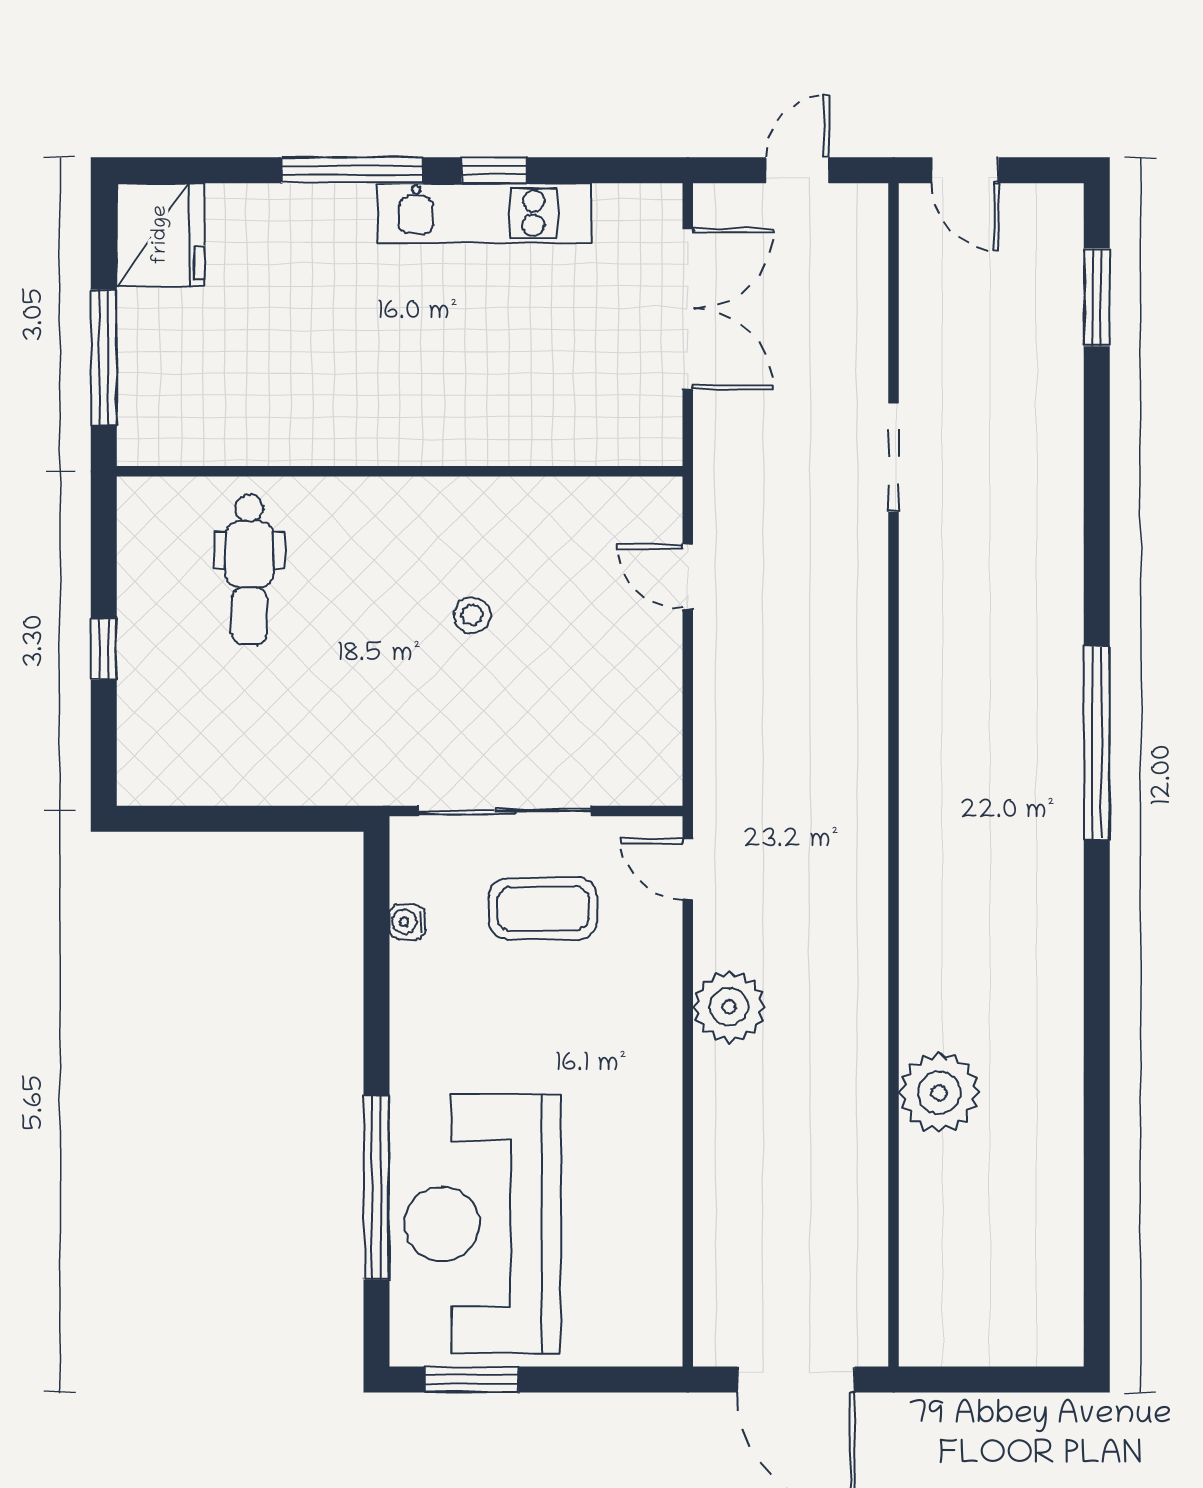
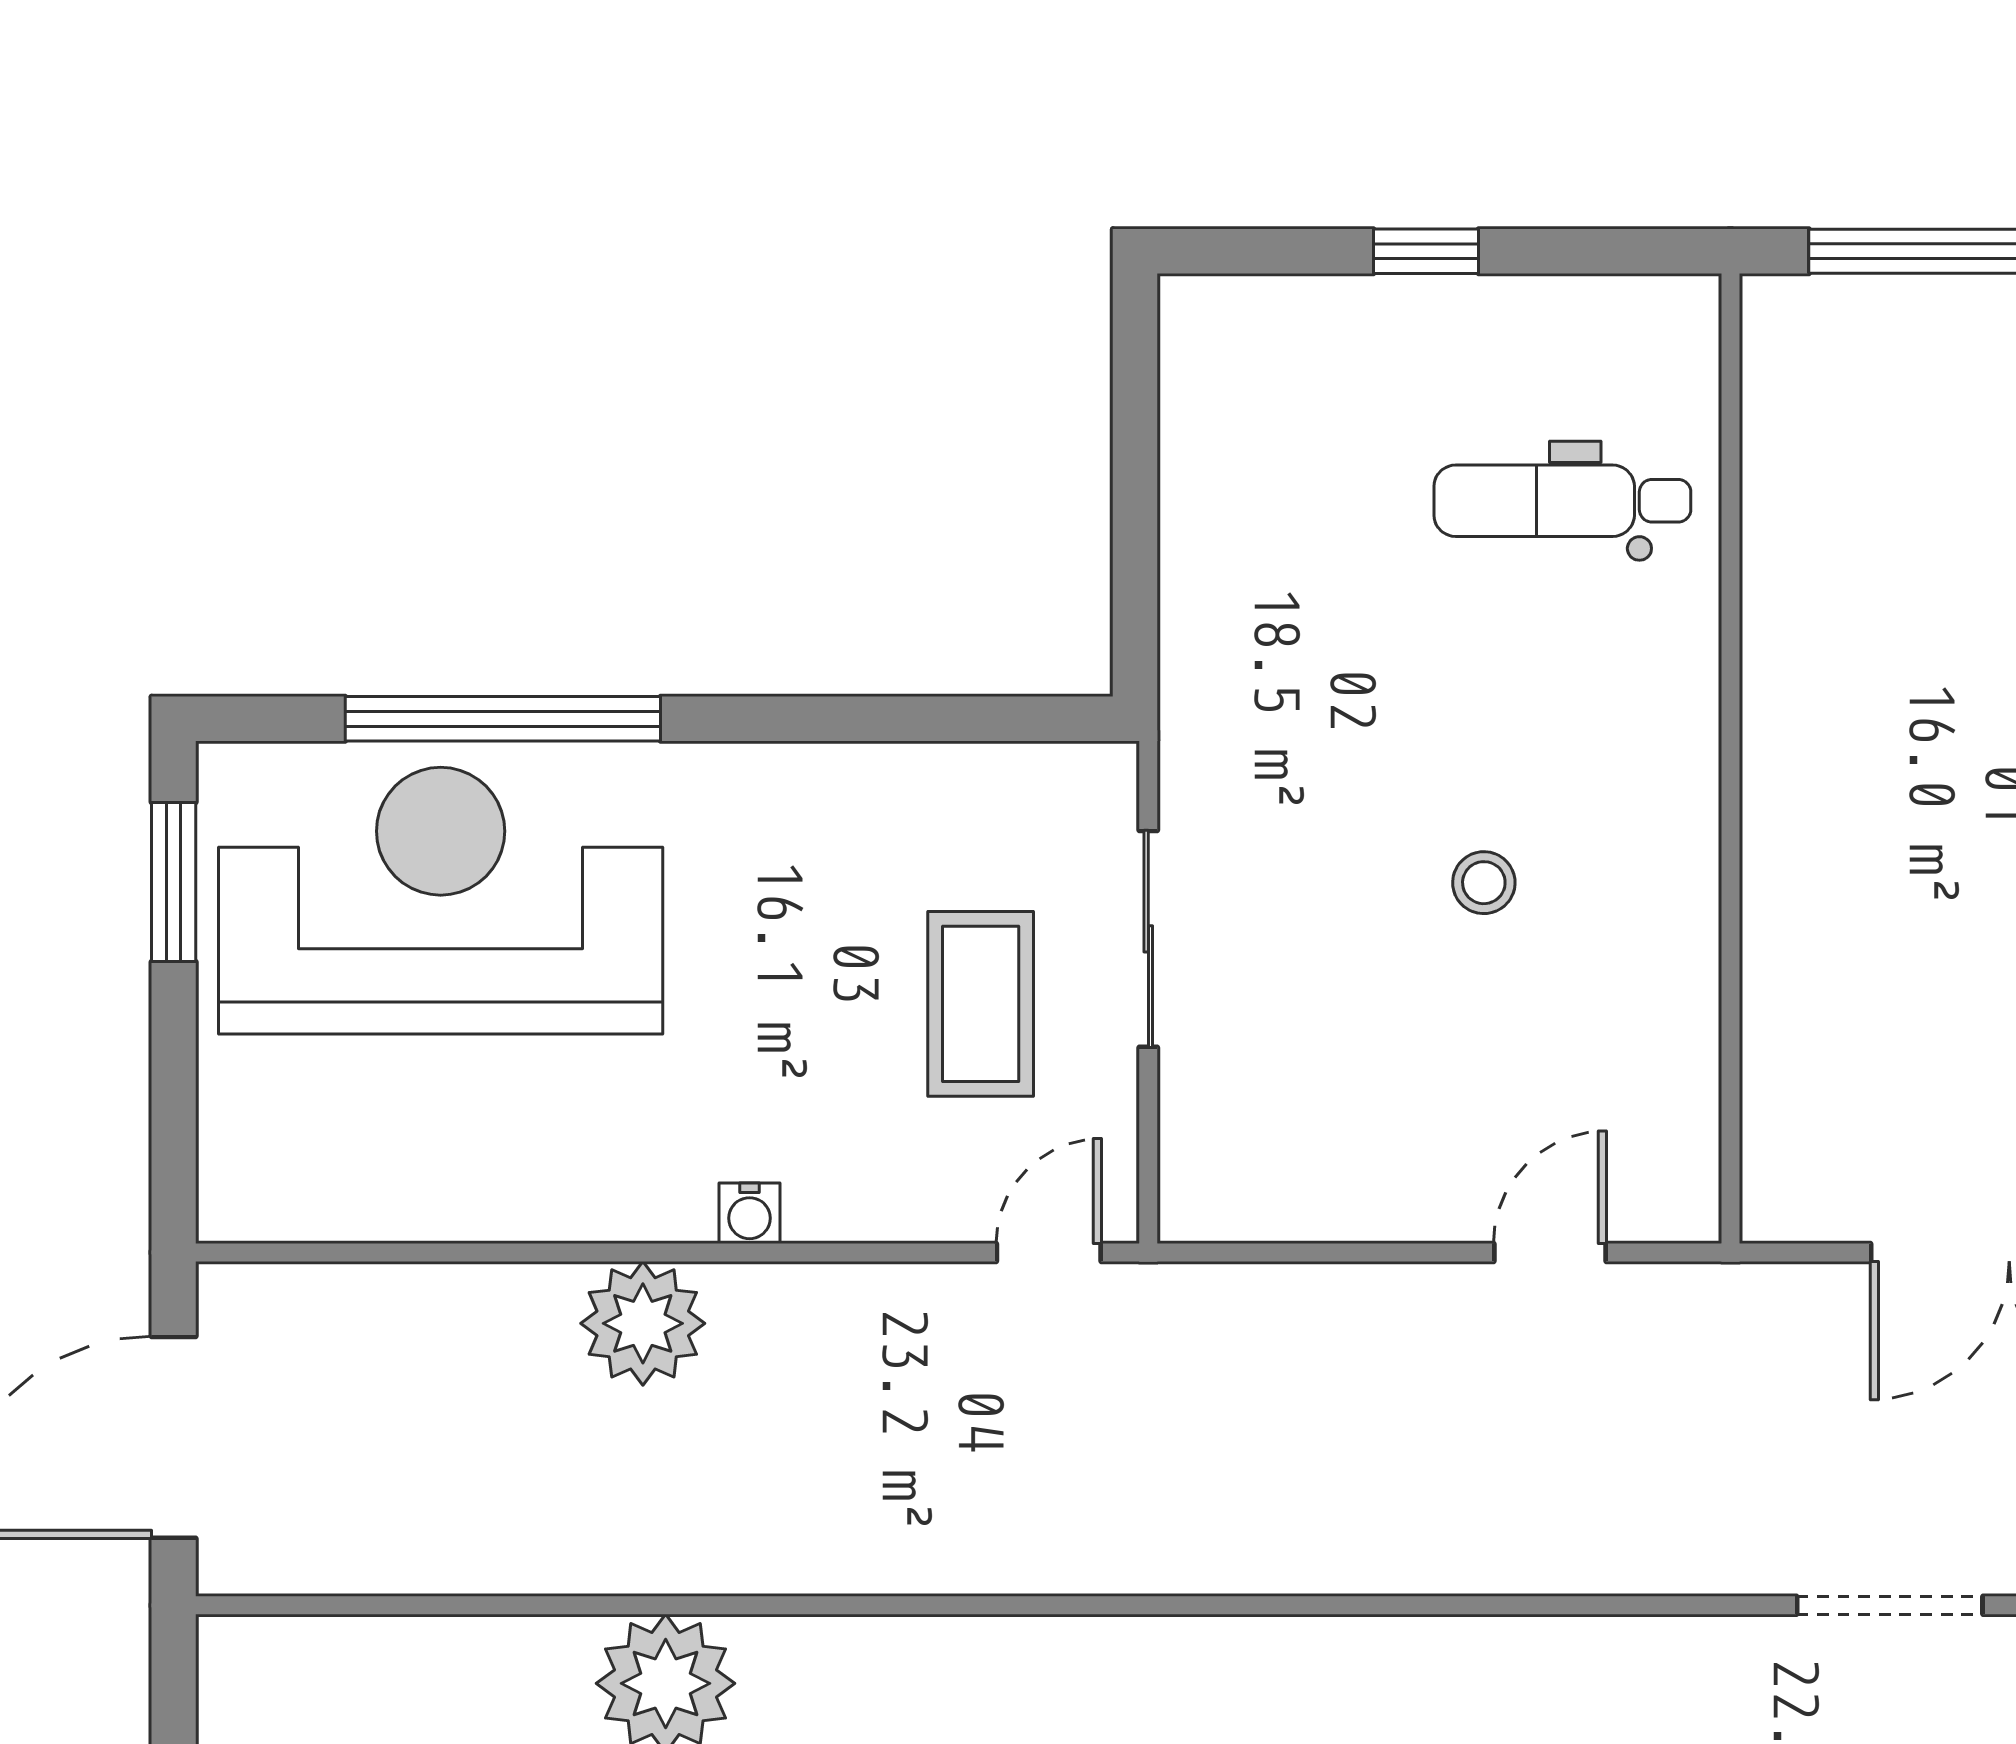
doorway: (894, 457) -> (1890, 1605), moved
sliding door: (505, 811) -> (1148, 939), width x0.73
water cooler: (407, 922) -> (749, 1213), moved, turned 180
plant: (729, 1007) -> (643, 1323), moved

